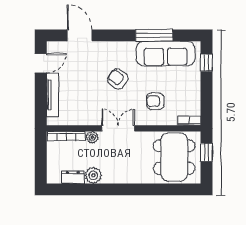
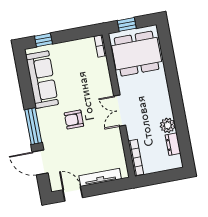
door: (80, 35) -> (40, 162), hinge flipped
window: (154, 35) -> (33, 126), moved
armchair: (118, 79) -> (74, 120), turned 52
armchair: (155, 101) -> (88, 81), removed
plant: (92, 137) -> (132, 133), removed

